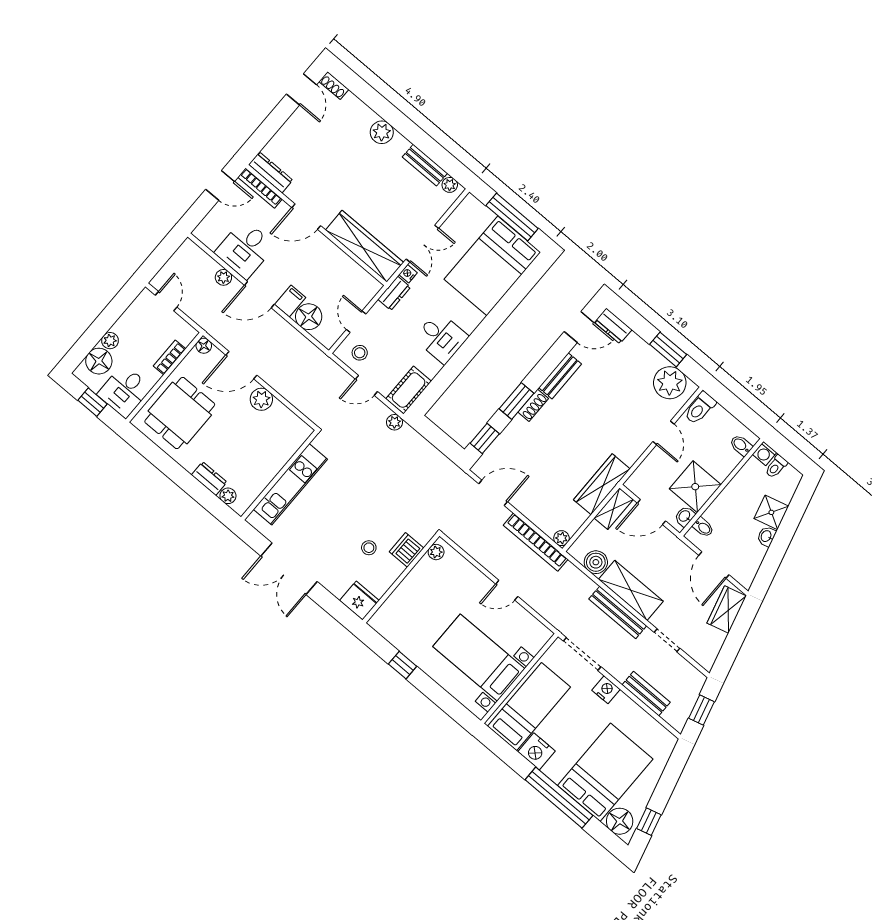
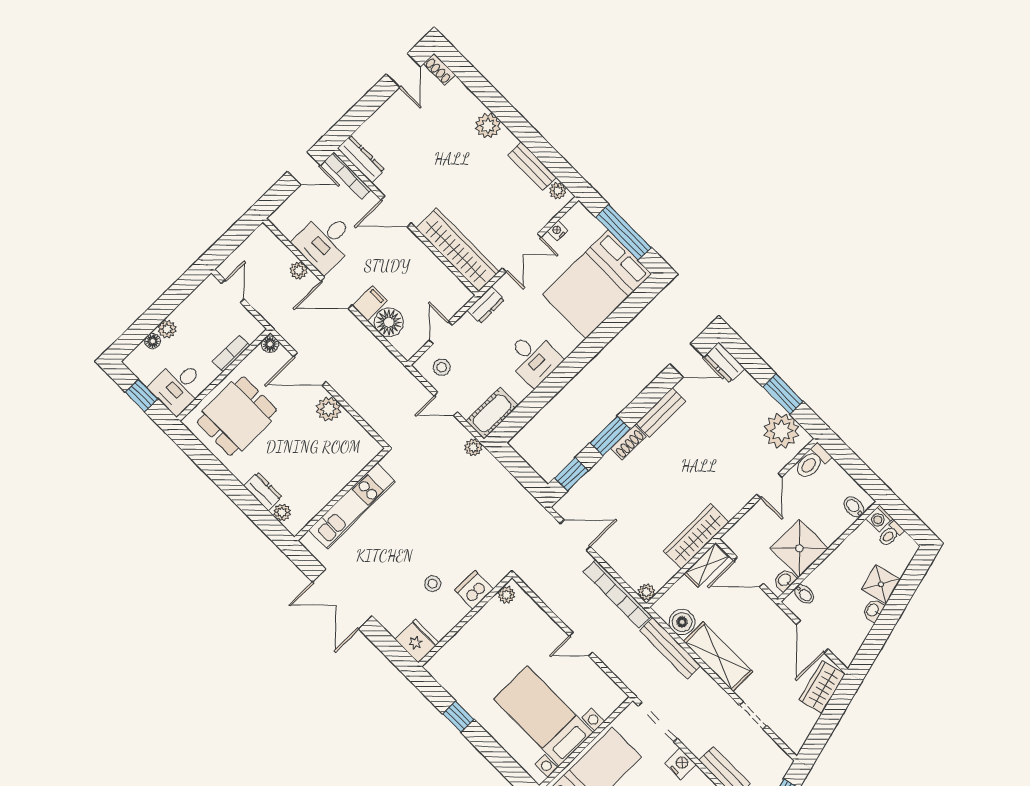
nightstand: (408, 274) -> (558, 231), moved
floor lamp: (99, 361) -> (153, 341), width x0.53, depth x0.53
bench: (618, 612) -> (670, 648), moved

